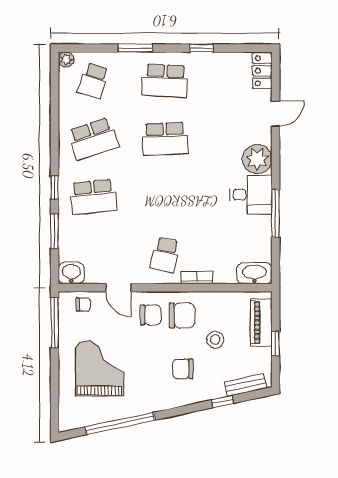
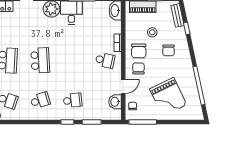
school desk: (93, 139) -> (40, 100), width x0.54
school desk: (93, 197) -> (73, 100), width x0.54
washbasin: (71, 273) -> (115, 102), moved
chair: (182, 315) -> (139, 51), turned 180
grand piano: (100, 368) -> (168, 97), turned -116

